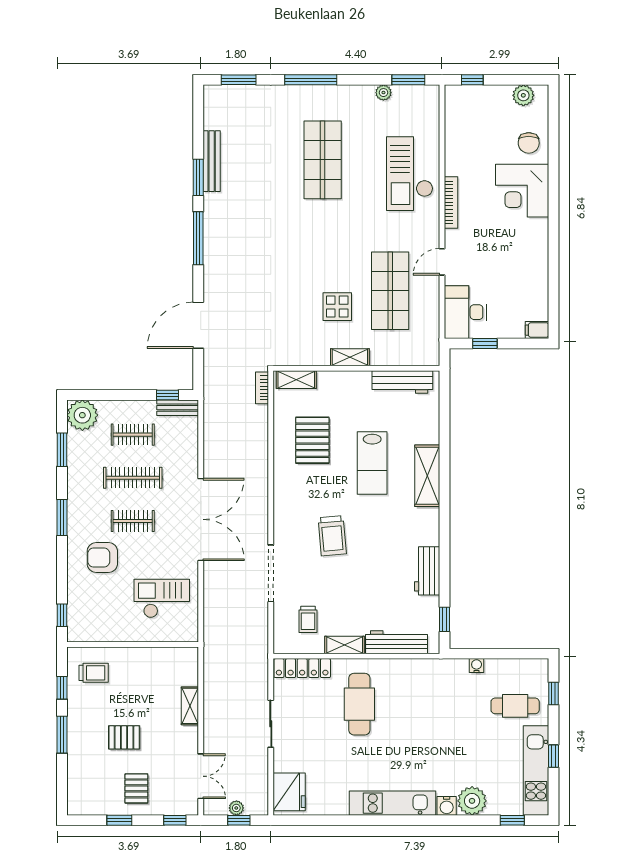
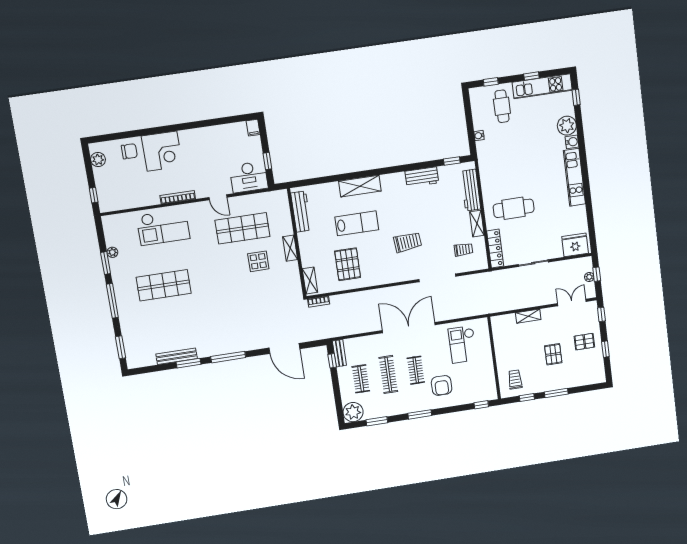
window: (408, 80) -> (106, 263), moved
pallet: (312, 440) -> (348, 264), turned 90

